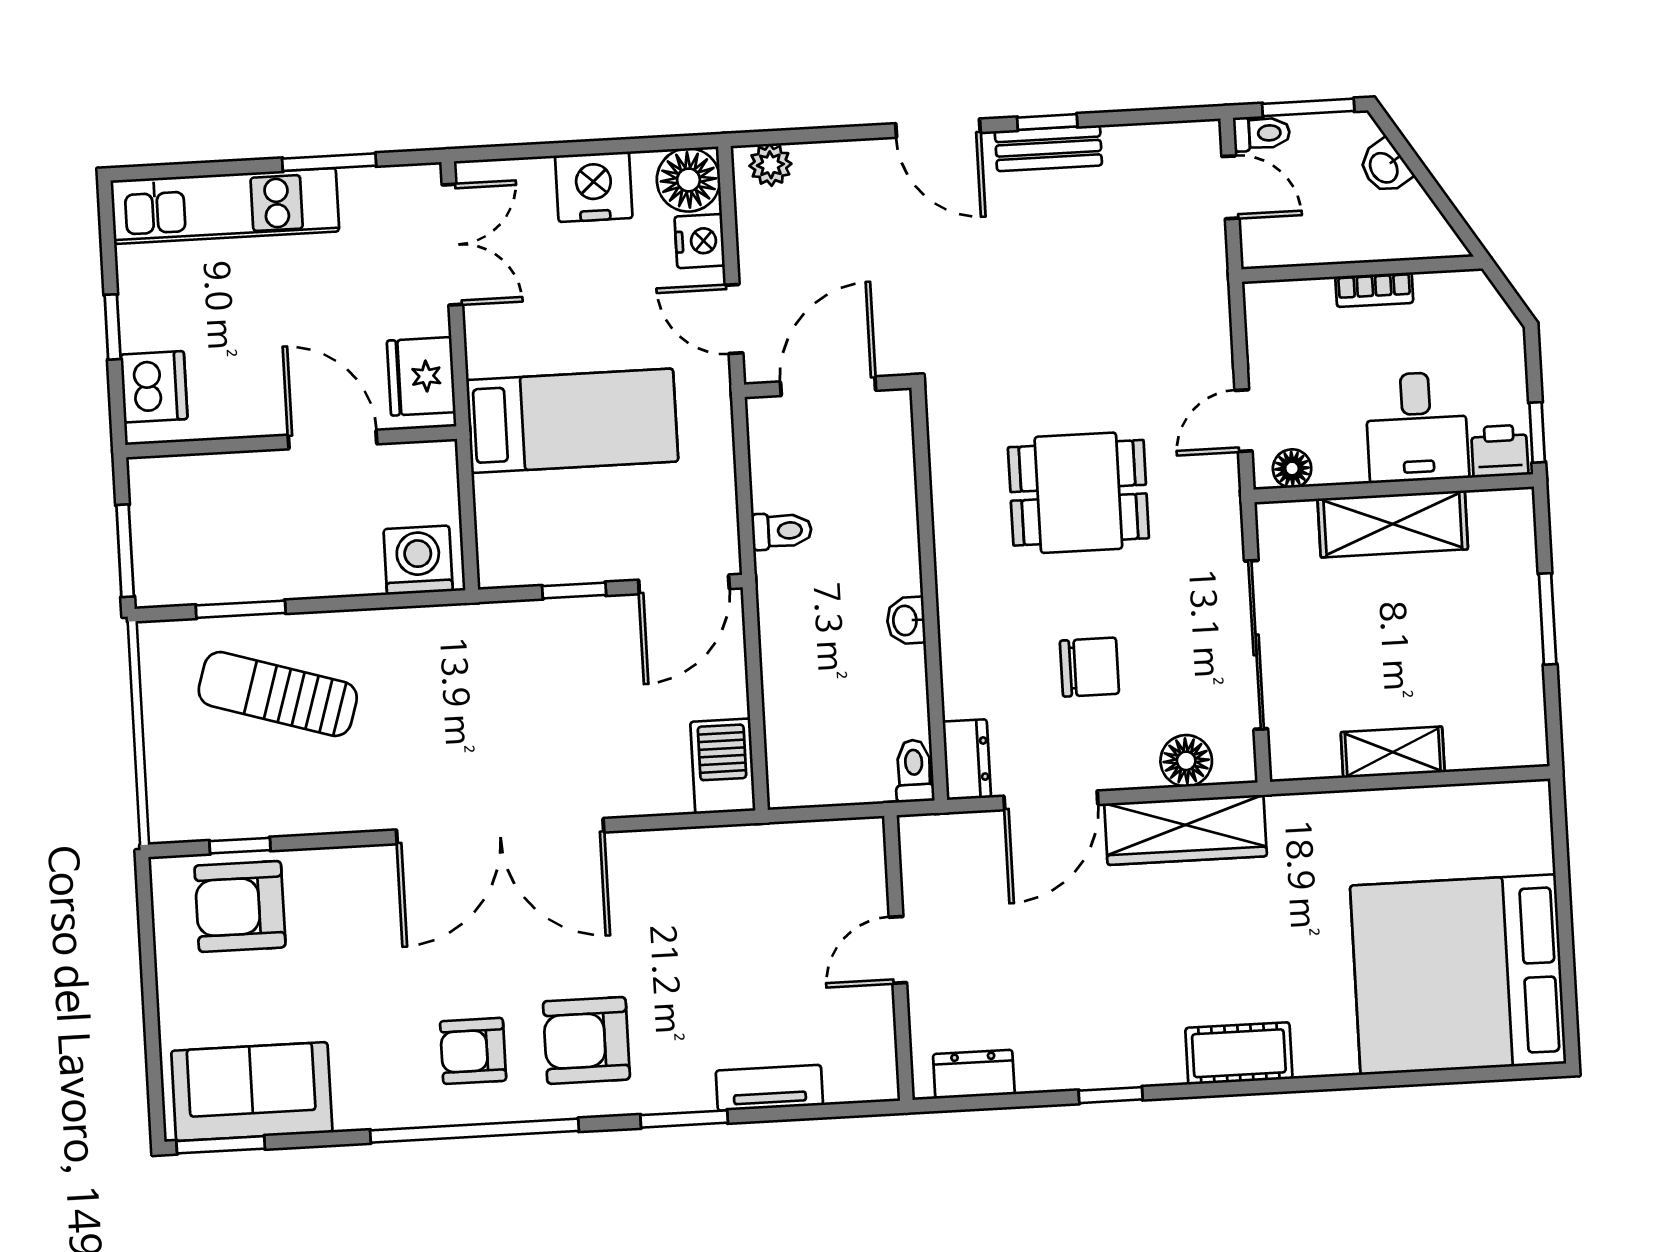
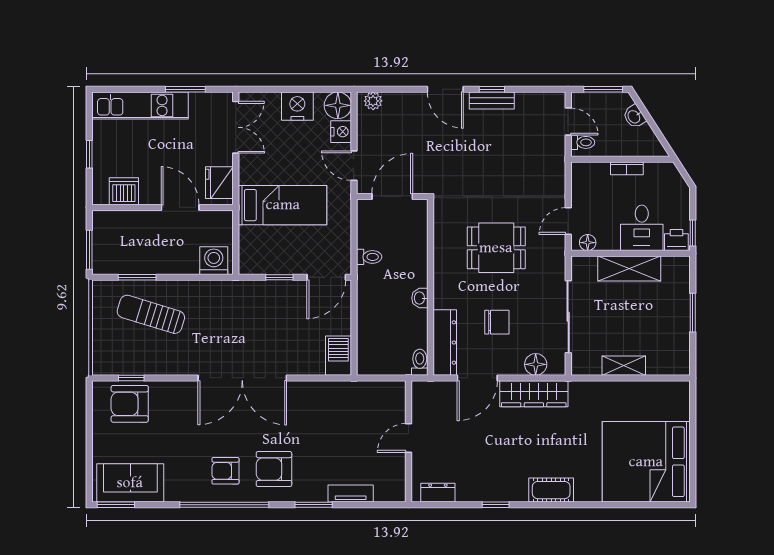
toilet: (1262, 133) -> (583, 142), moved
dishwasher: (154, 387) -> (124, 191), moved, turned -90
dresser: (967, 760) -> (445, 342), width x1.96, depth x1.24

